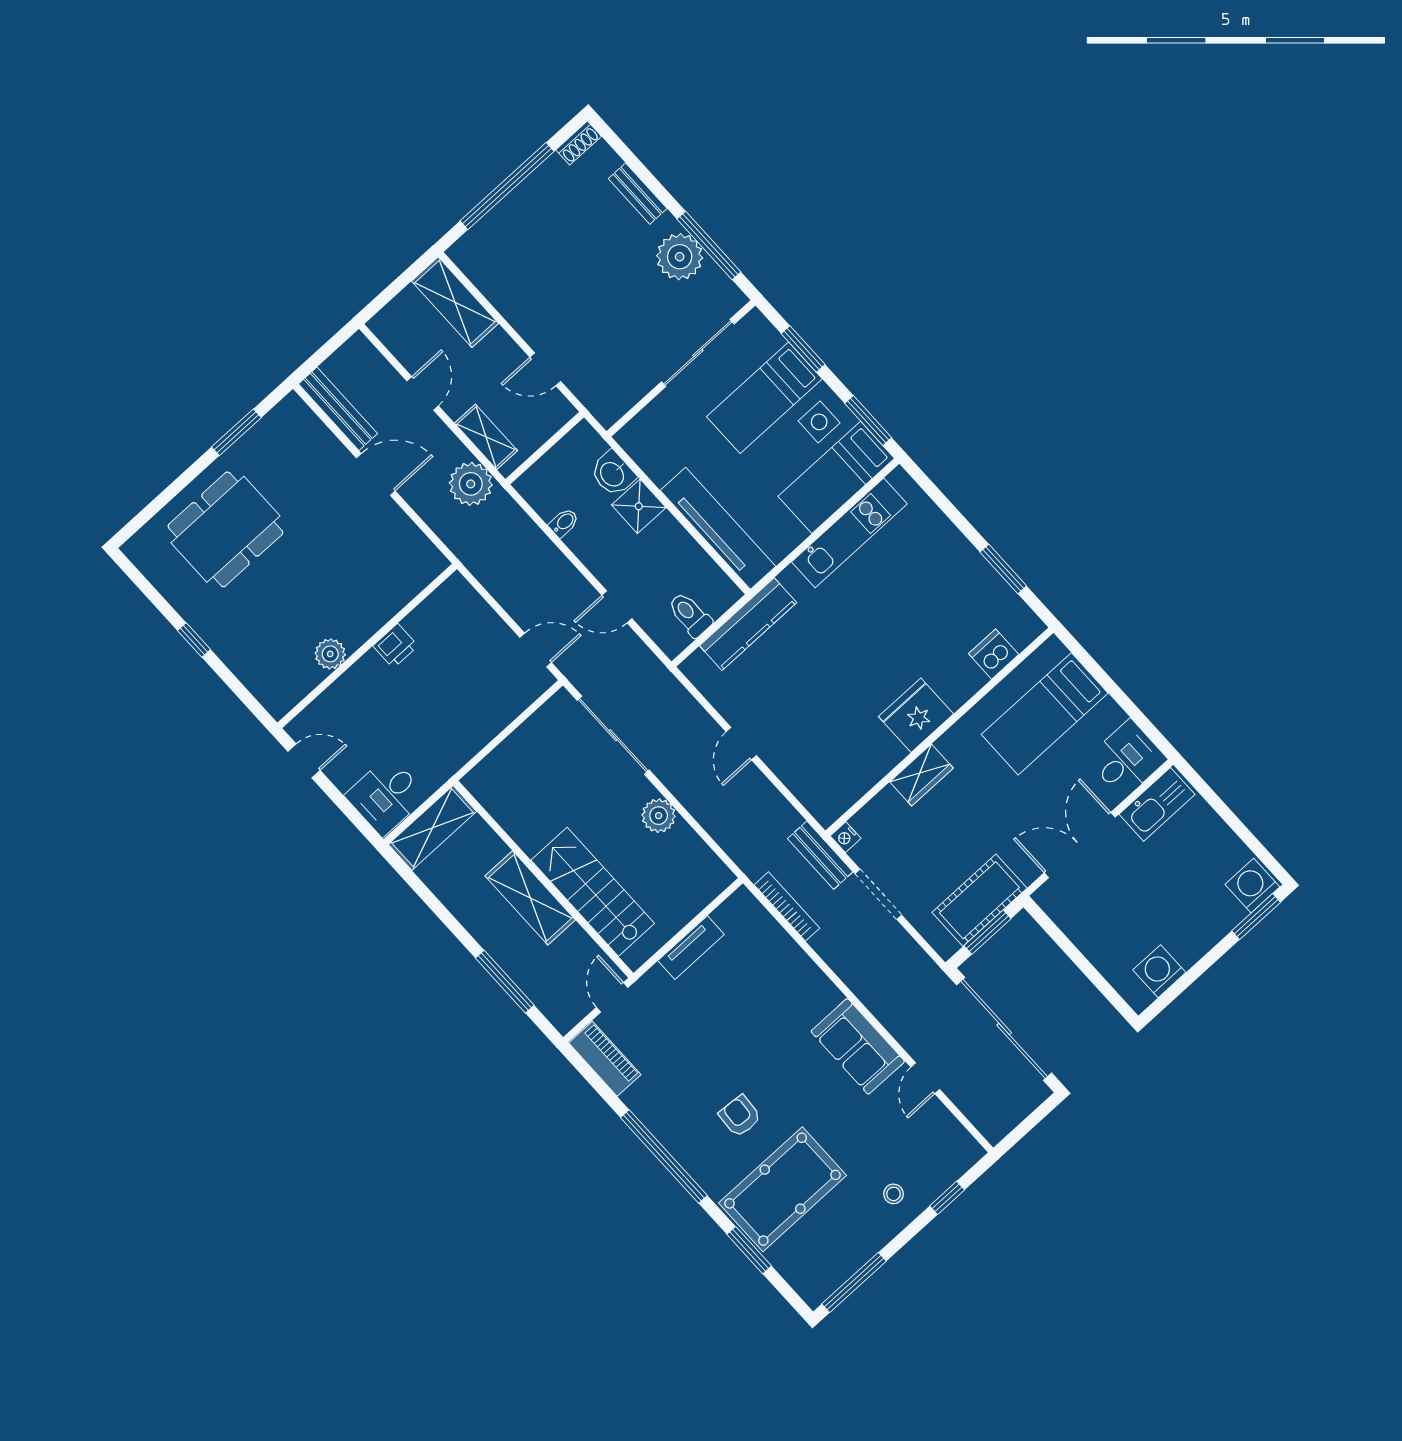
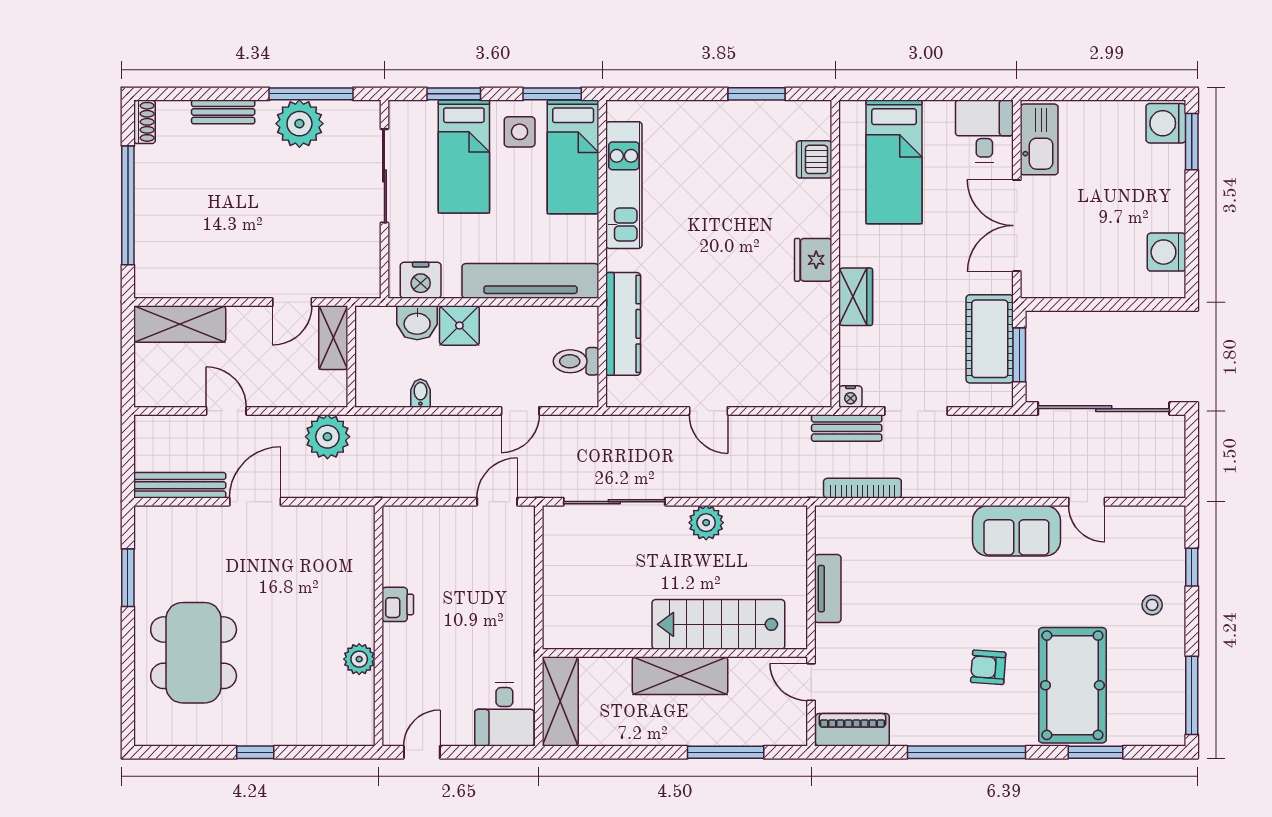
shelving: (486, 437) -> (333, 338), moved, turned 90
nightstand: (646, 448) -> (421, 280), added
fridge: (916, 715) -> (813, 260), width x0.73, depth x0.75

